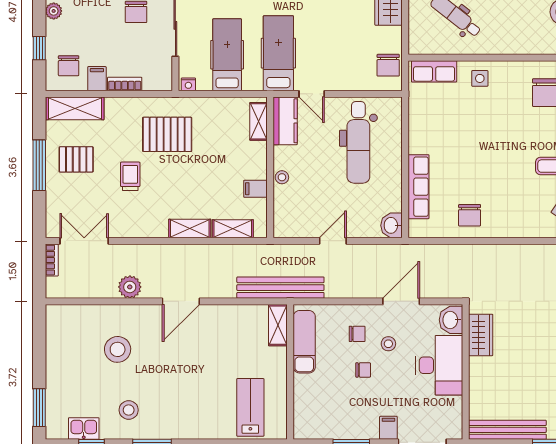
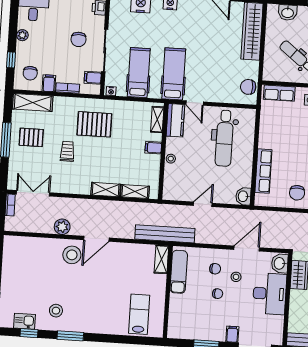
chair: (388, 65) -> (248, 87), turned 90
filing cabinet: (160, 66) -> (93, 78), added
filing cabinet: (255, 189) -> (153, 148), moved
stool: (118, 349) -> (72, 255), moved

